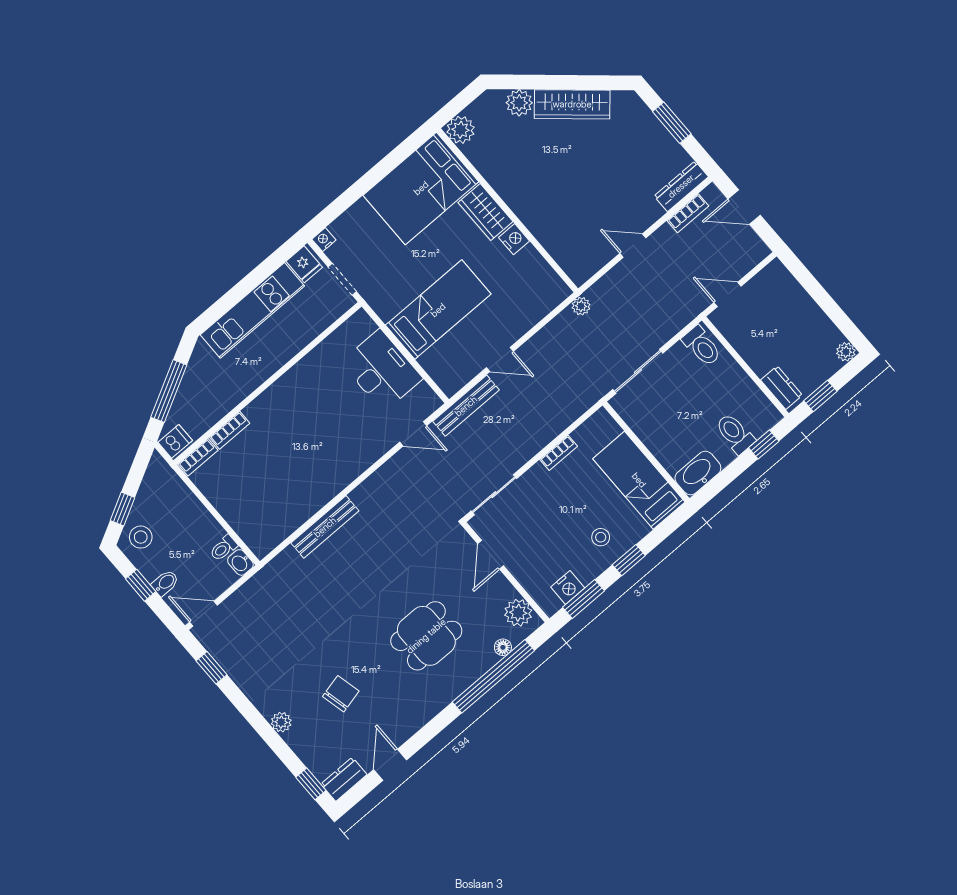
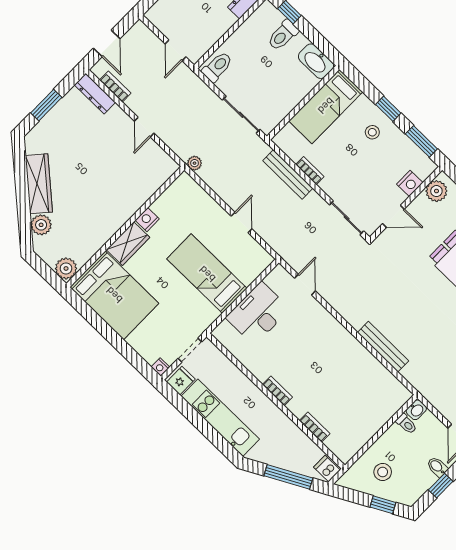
bench: (466, 406) -> (288, 174), moved
bookcase: (198, 457) -> (277, 391), moved
stool: (141, 537) -> (383, 472), moved
nightstand: (568, 588) -> (410, 183), moved, turned 90

